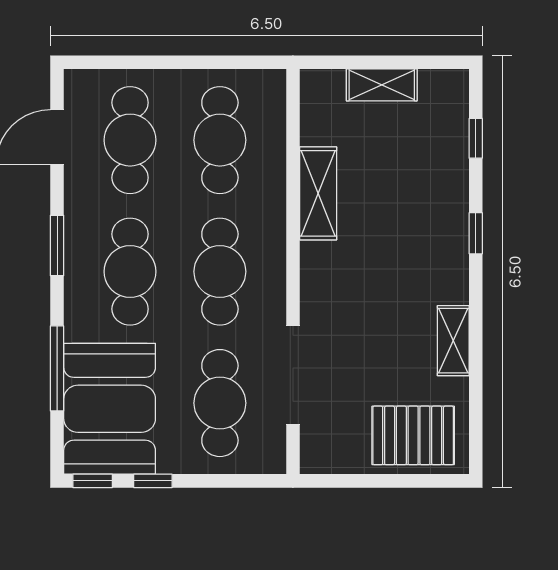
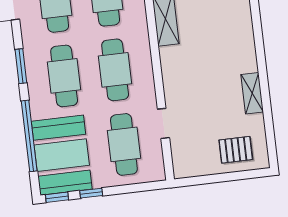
window: (476, 233) -> (258, 31), removed
window: (57, 368) -> (29, 136), width x1.46
doorway: (293, 375) -> (163, 123), width x0.53
pallet: (413, 435) -> (236, 150), width x0.67, depth x0.71

